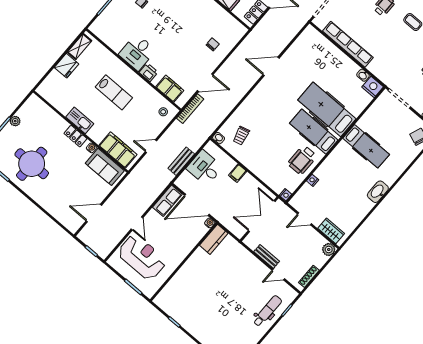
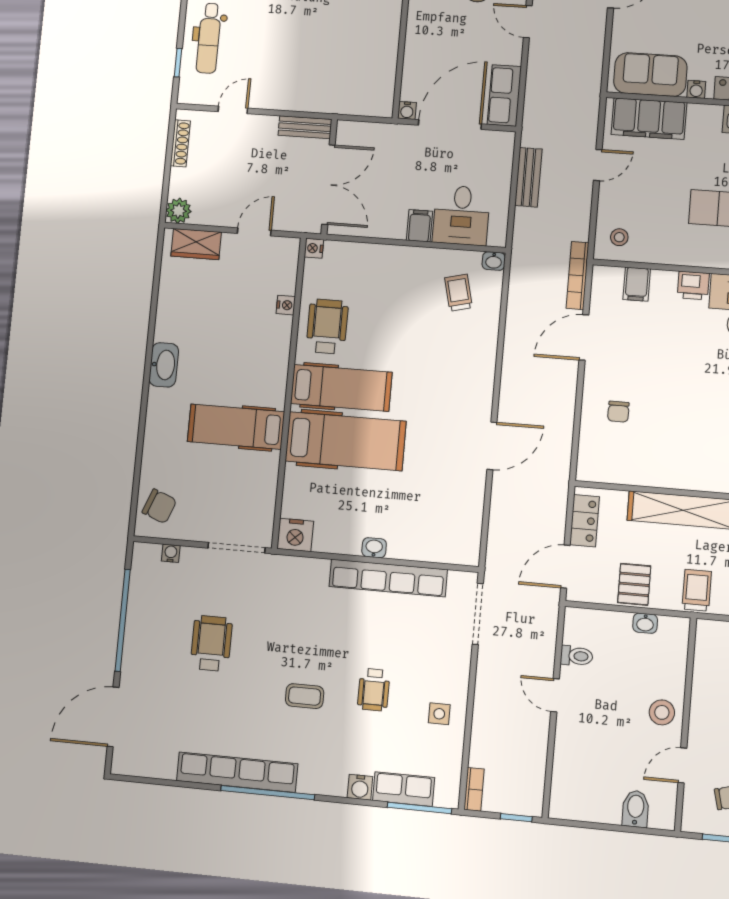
washbasin: (363, 75) -> (374, 548), moved
filing cabinet: (170, 89) -> (637, 284), width x0.50
desk: (205, 168) -> (461, 215), moved, turned 90
kitchen counter: (214, 239) -> (381, 89), removed
bench: (267, 256) -> (305, 127), moved

